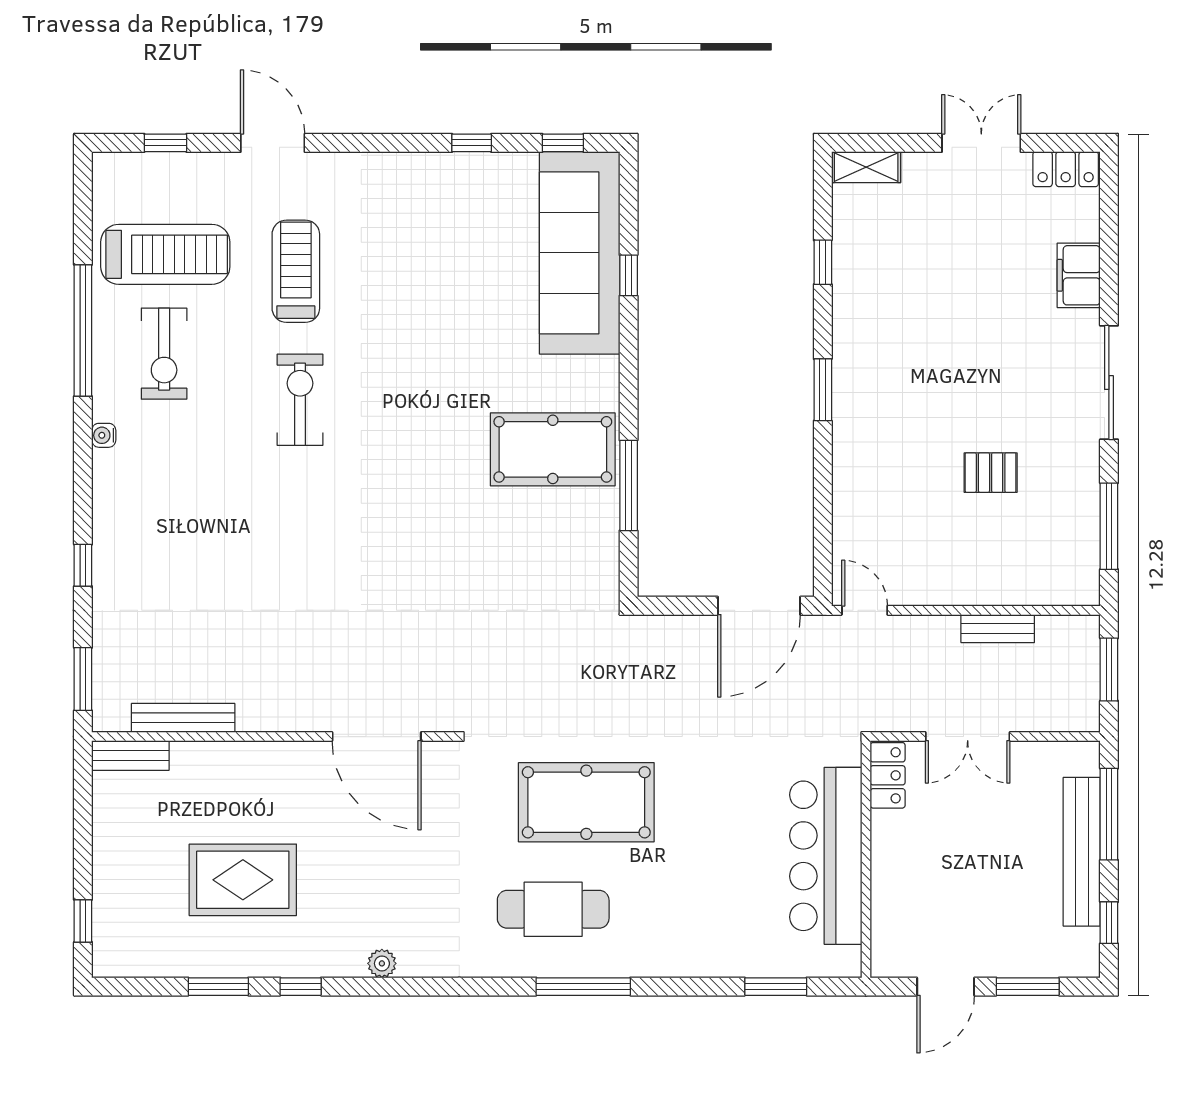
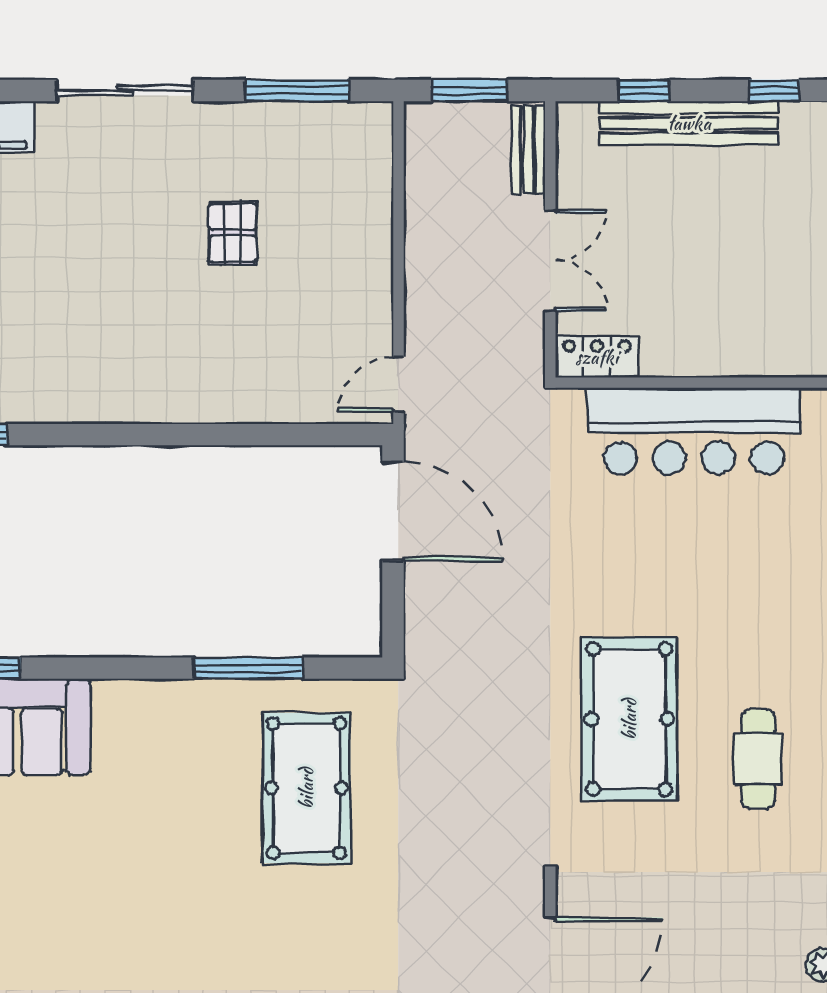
window: (823, 390) -> (133, 435), removed
pool table: (553, 449) -> (306, 788), moved
bench: (998, 629) -> (528, 150), moved
window: (1109, 814) -> (644, 90), width x0.46
cafe table: (553, 909) -> (758, 759), width x0.73, depth x0.74

